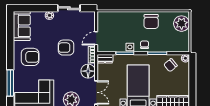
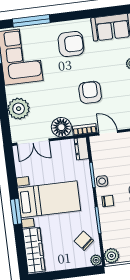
plant: (184, 47) -> (112, 256), added
armchair: (30, 57) -> (71, 44), turned -90

